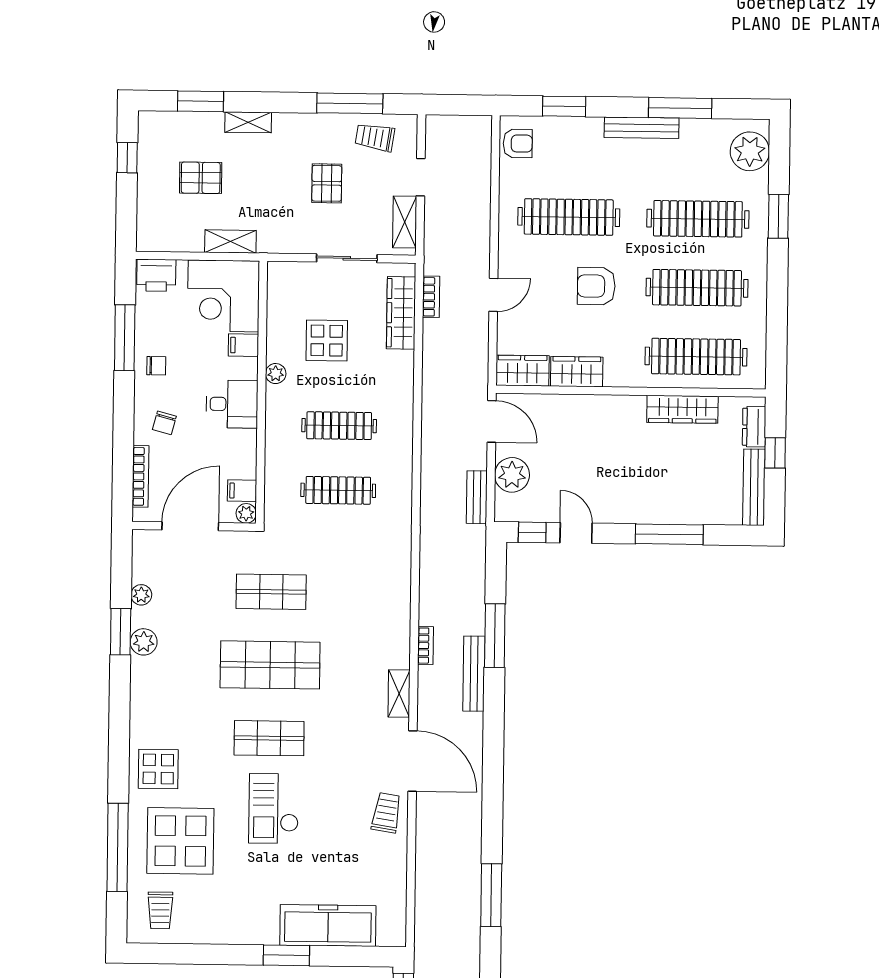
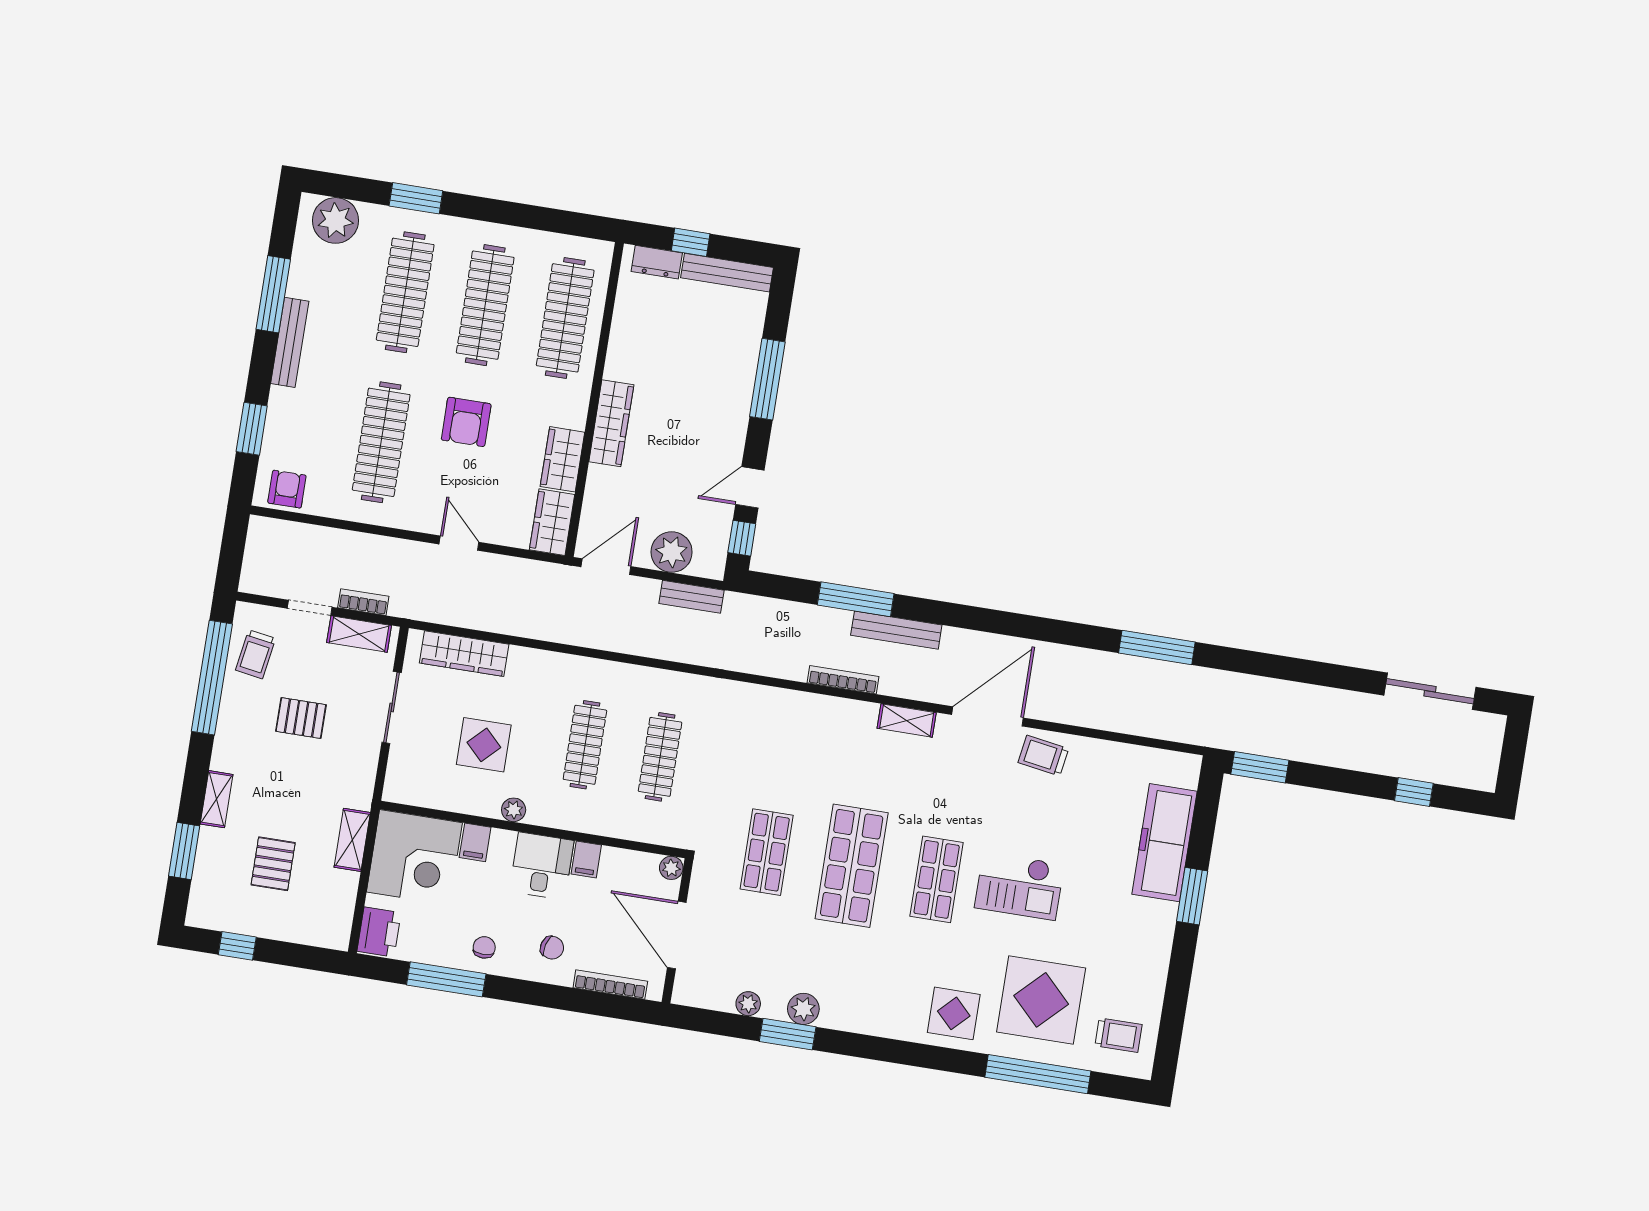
window: (350, 103) -> (212, 678), width x1.46
bookcase: (431, 297) -> (363, 602), moved
wardrobe: (682, 409) -> (611, 423), moved
filing cabinet: (242, 491) -> (586, 860), moved
bookcase: (425, 646) -> (843, 680), width x1.56

